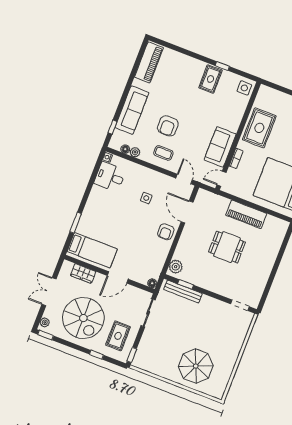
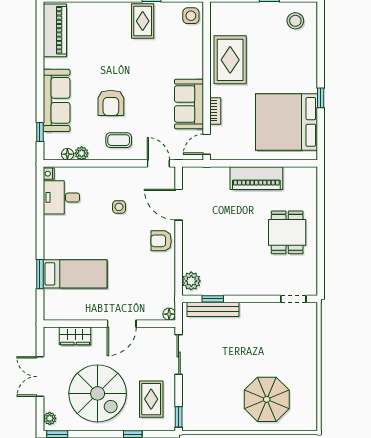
armchair: (166, 232) -> (161, 241), turned 90
dining table: (227, 247) -> (287, 232), moved, turned 90
bed: (92, 250) -> (75, 274), moved

